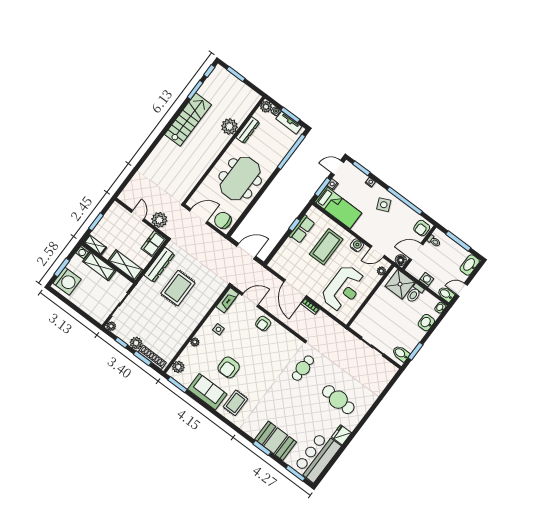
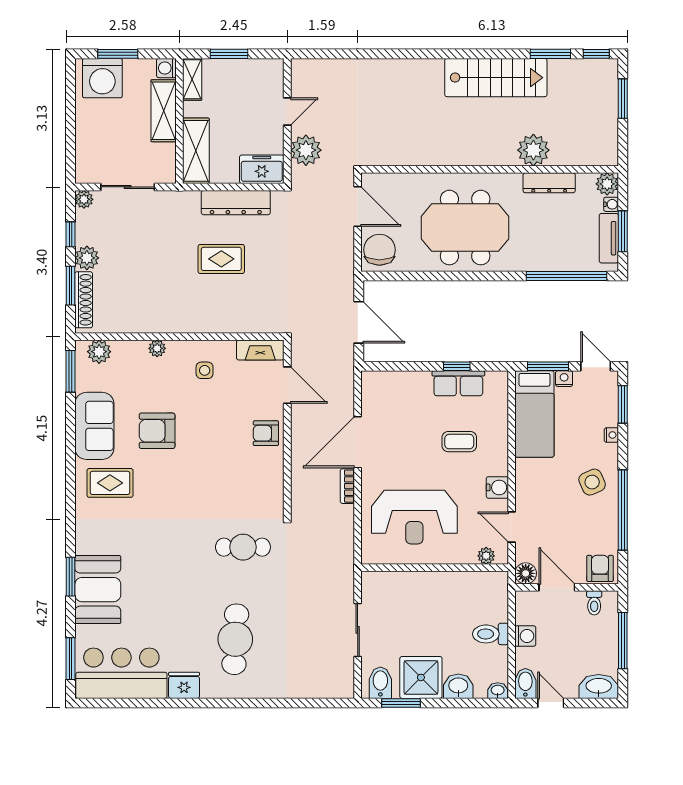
armchair: (422, 228) -> (600, 568), turned 90
coffee table: (326, 247) -> (459, 442), width x0.54, depth x0.58
shower: (400, 284) -> (421, 677), moved
rug: (178, 288) -> (221, 259), width x0.73, depth x0.70

